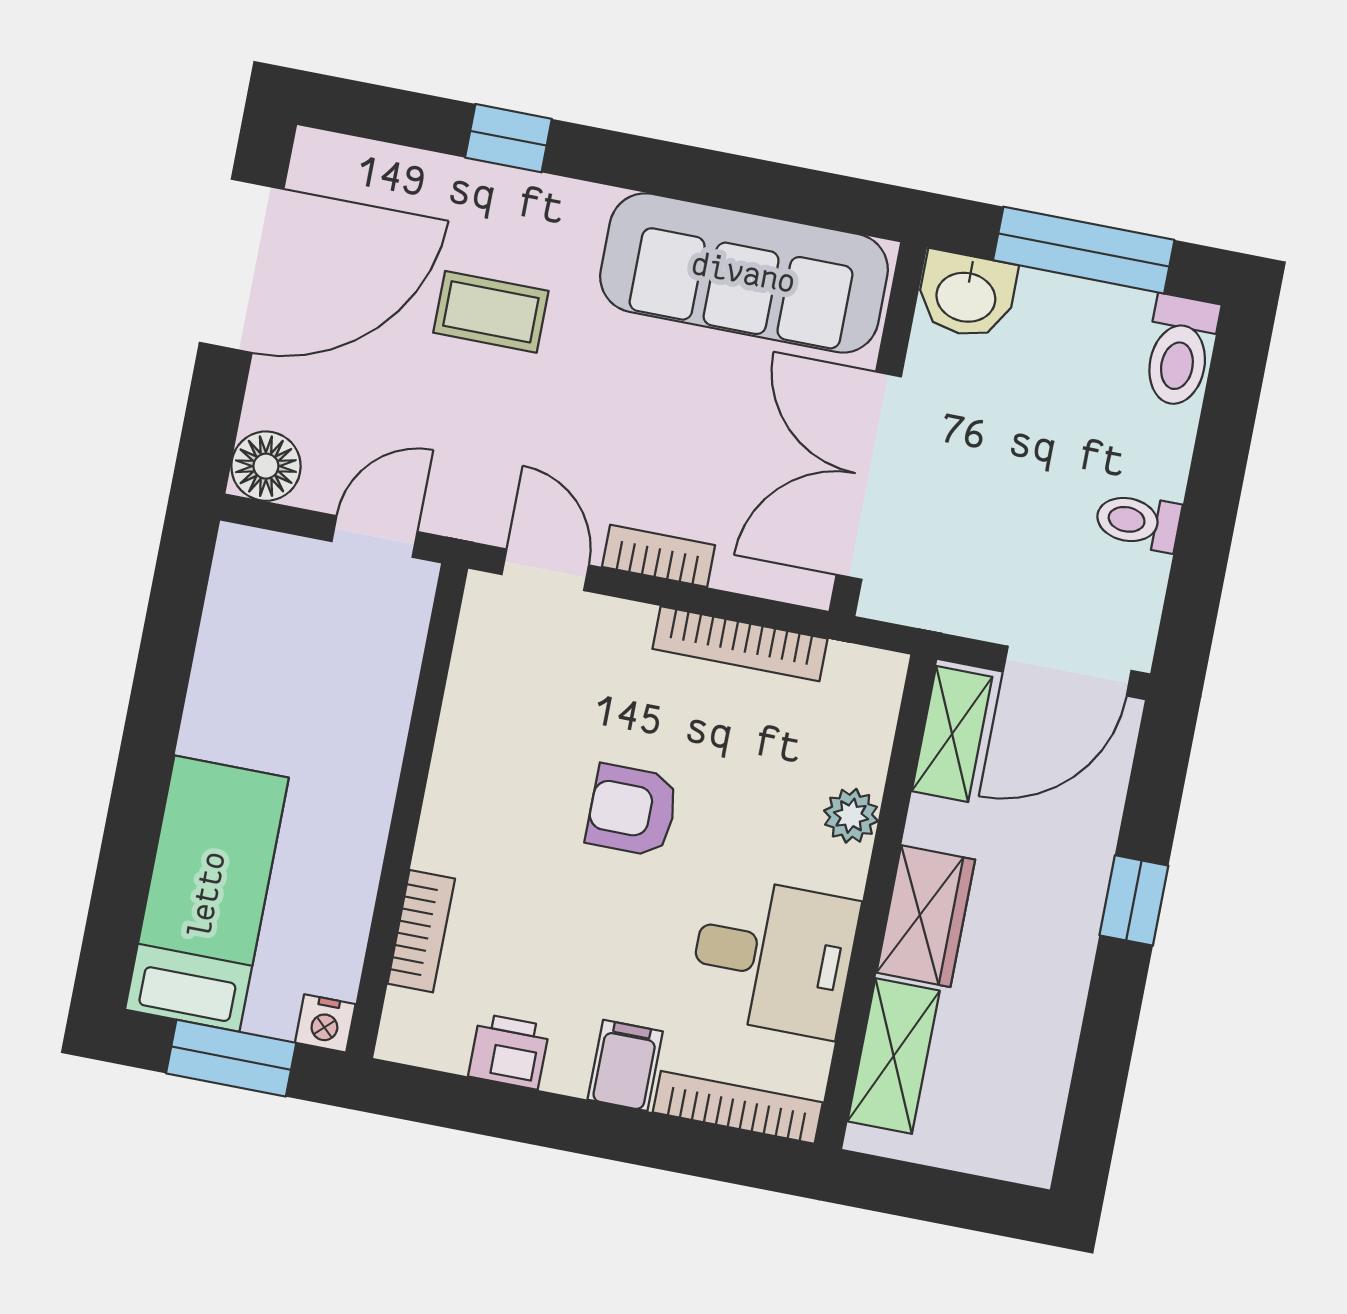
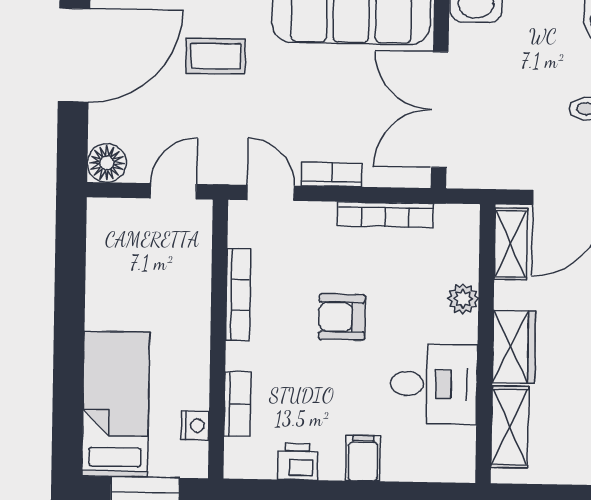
nightstand: (325, 1023) -> (195, 426), moved, turned -90
bookcase: (738, 1107) -> (238, 295), moved, turned 90

